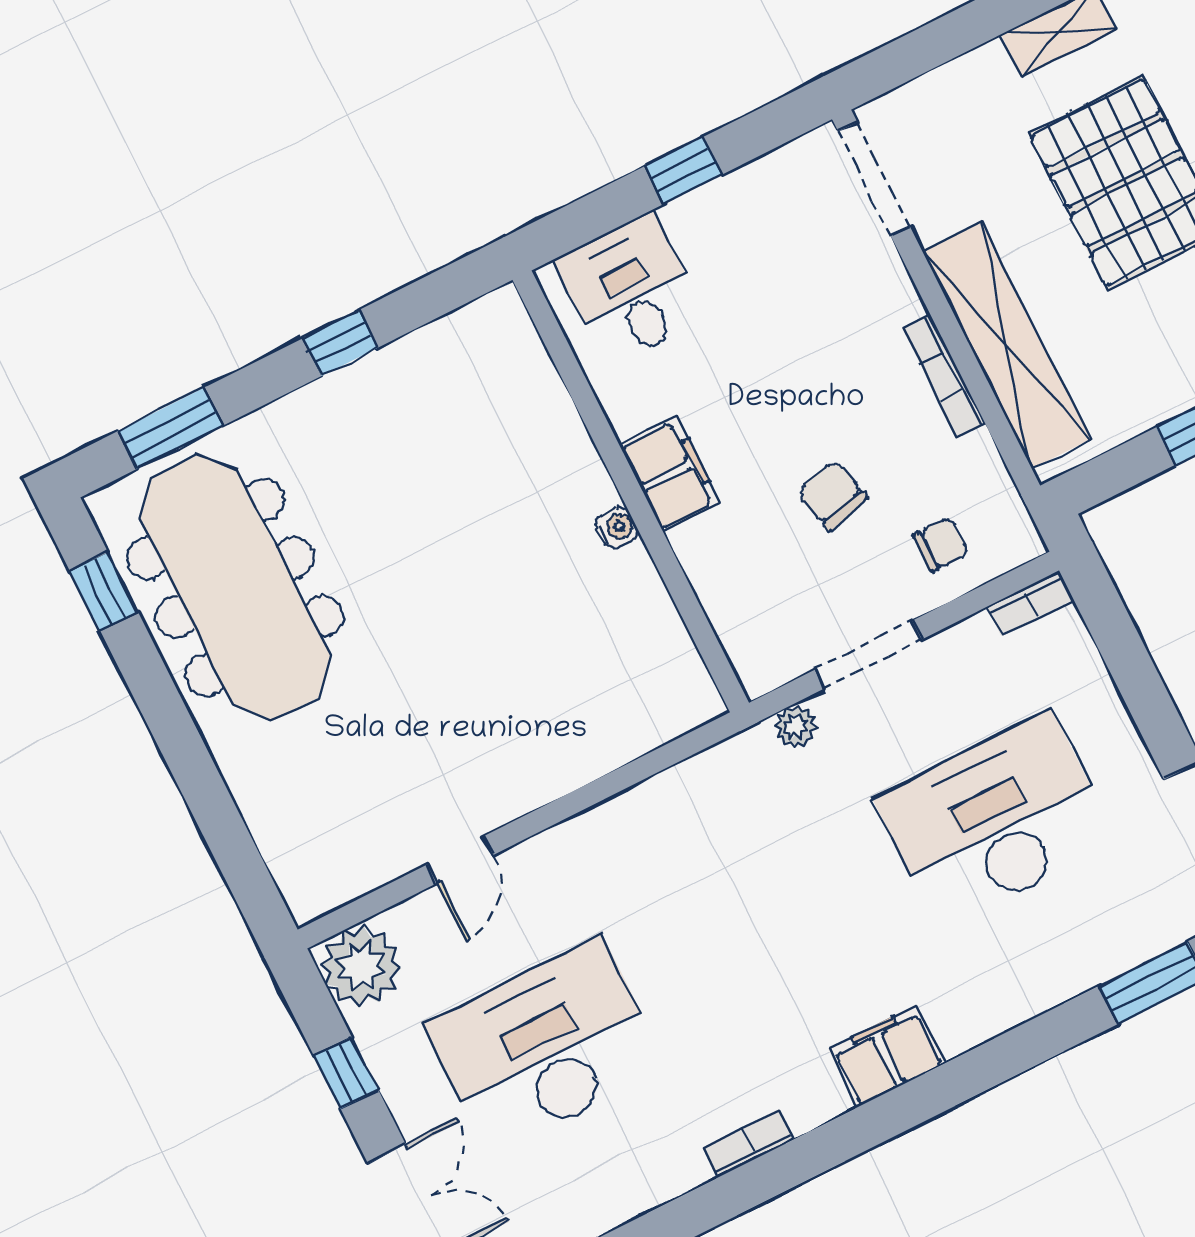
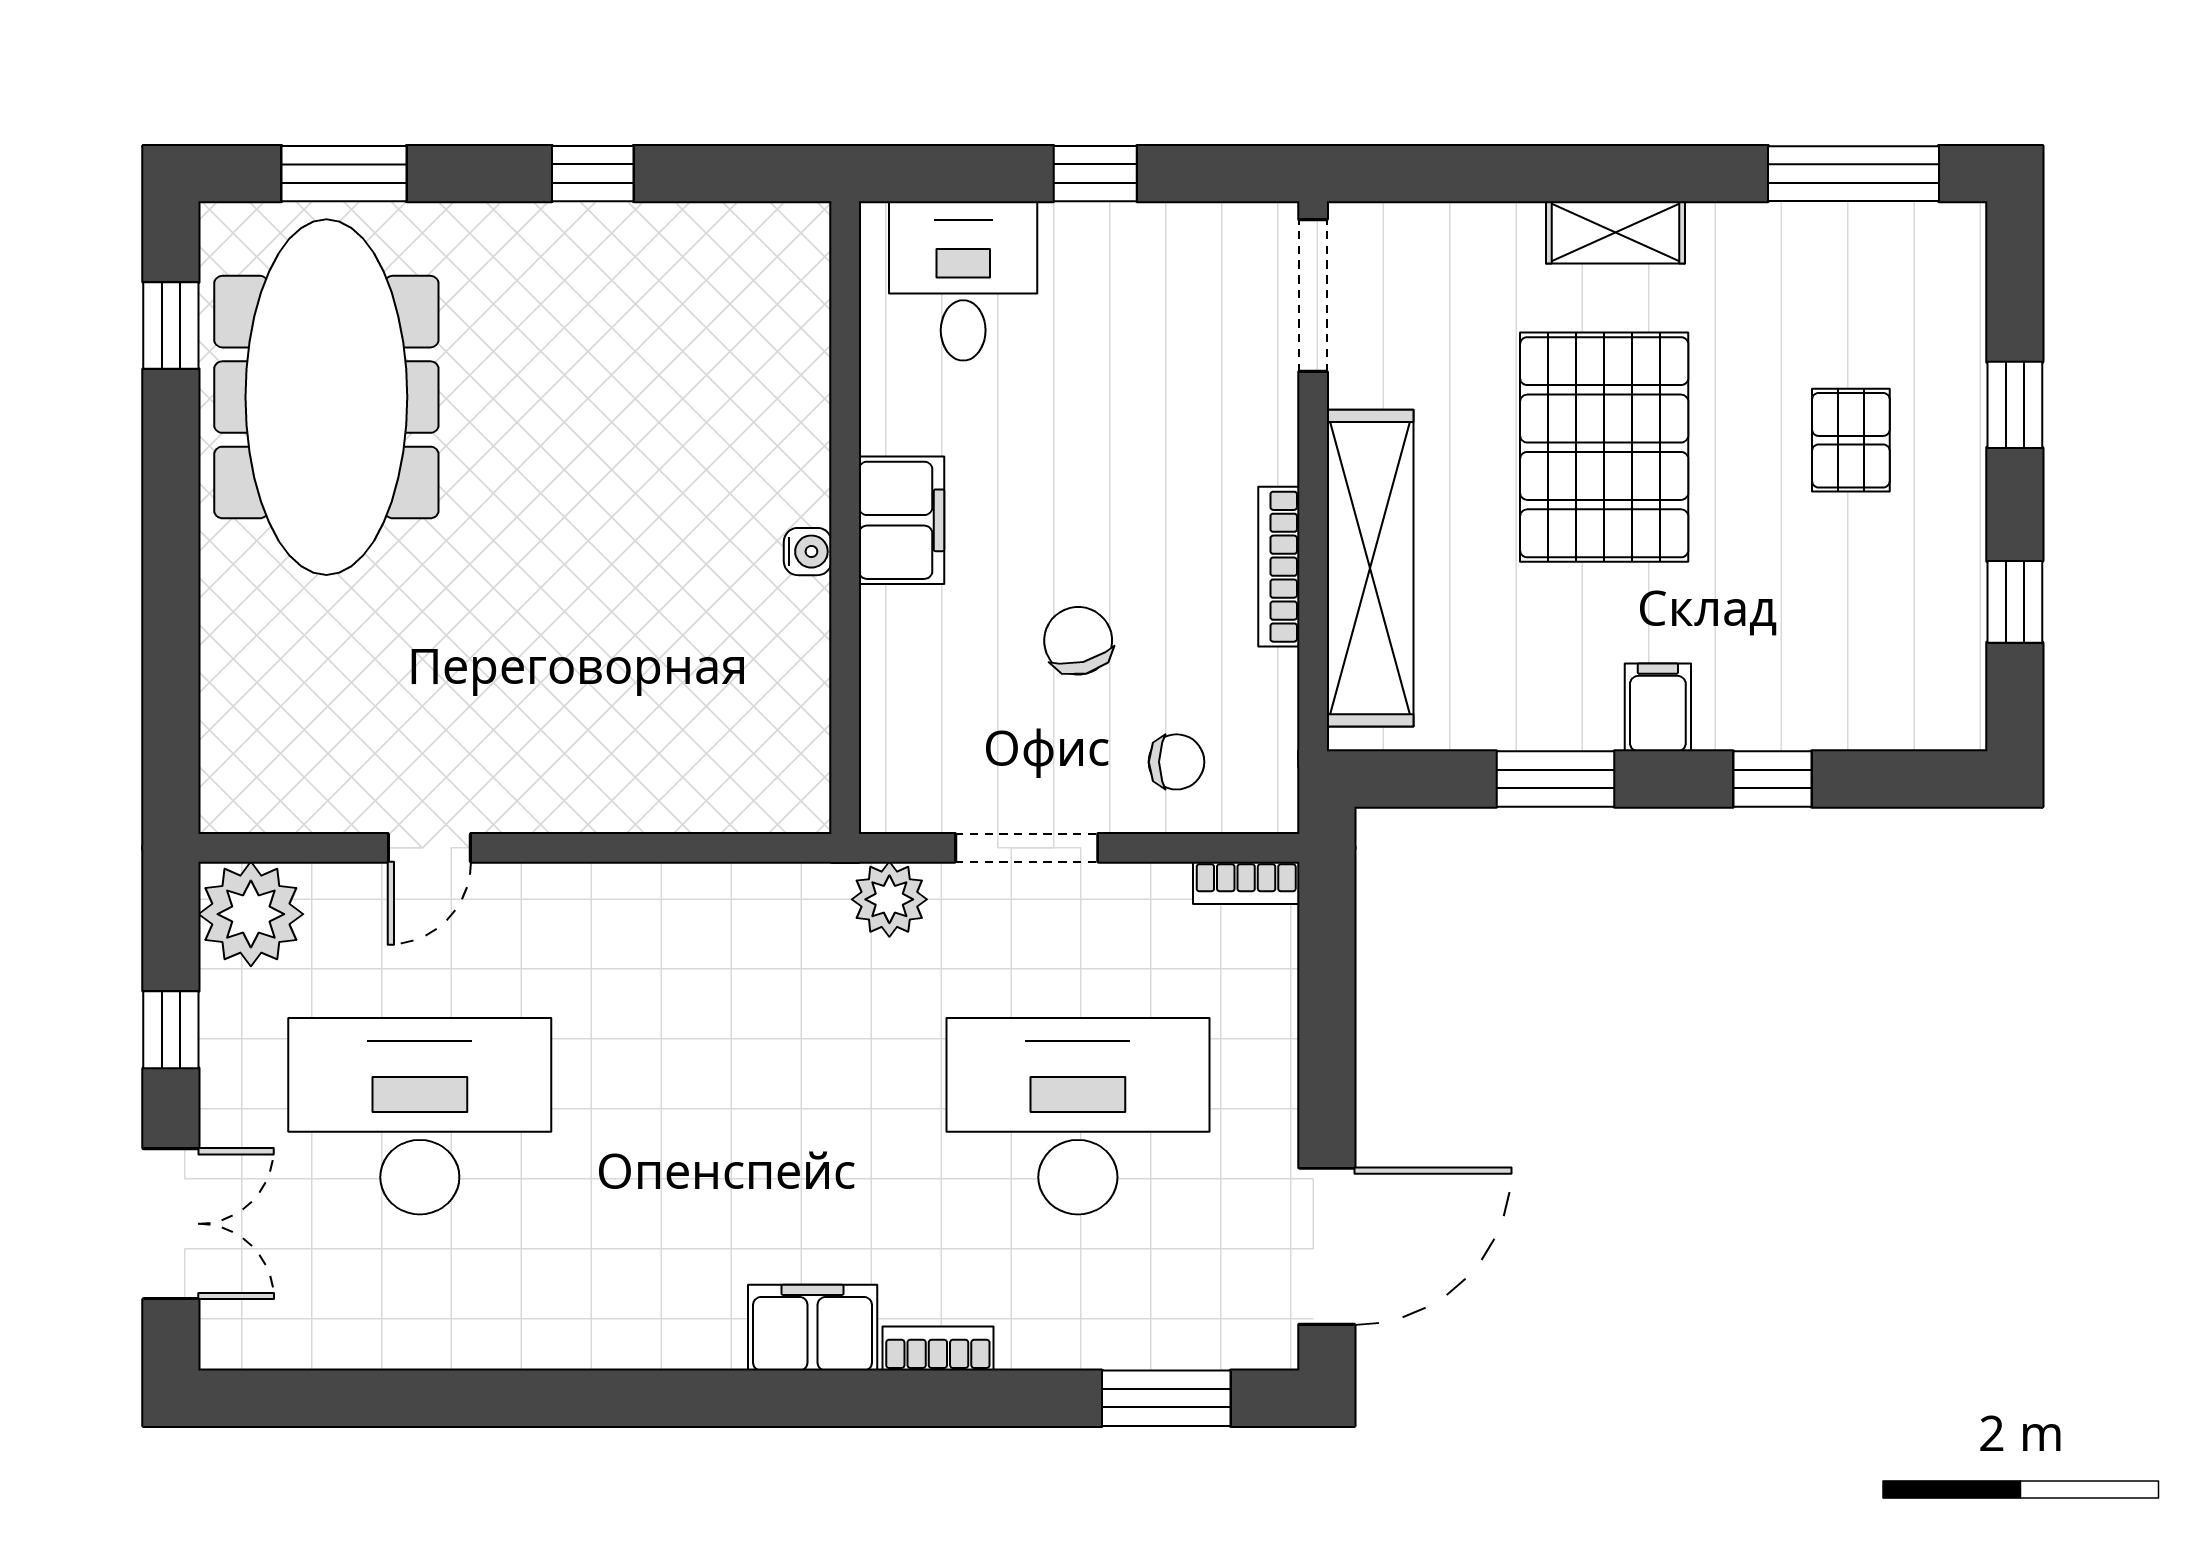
plant: (796, 726) -> (889, 899), width x1.38, depth x1.38
bookcase: (749, 1143) -> (938, 1349), moved

